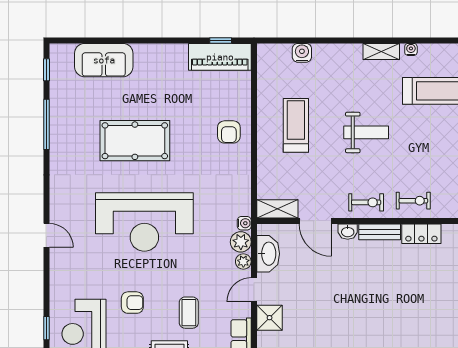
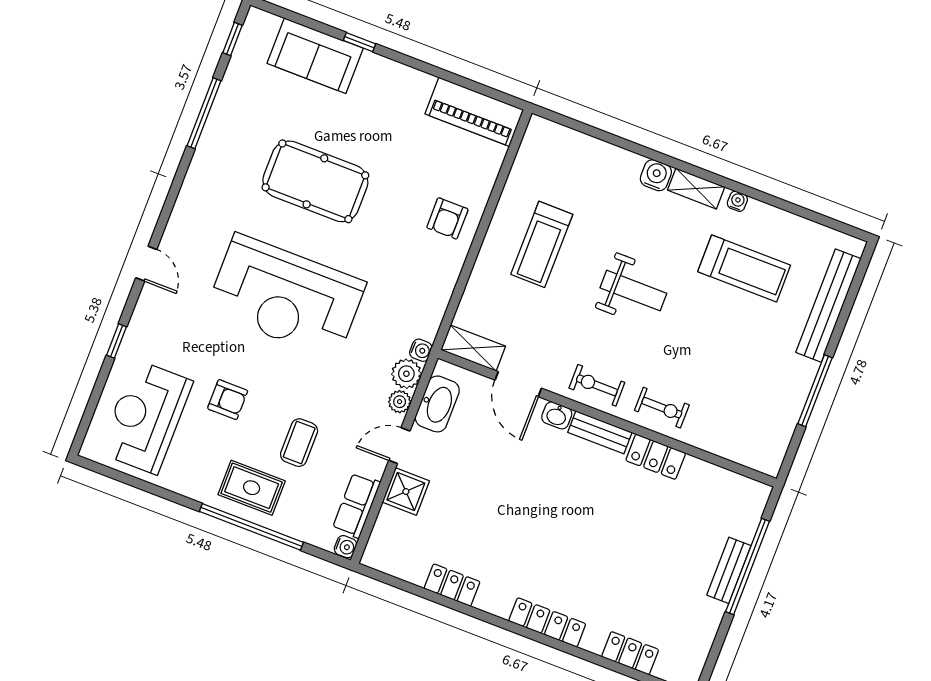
window: (221, 40) -> (360, 42), moved
water cooler: (302, 53) -> (656, 175), moved
treadmill: (296, 125) -> (542, 244), turned 180
exercise bike: (366, 202) -> (597, 385), turned 180
window: (46, 328) -> (117, 341), moved

